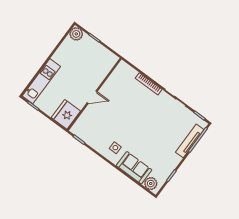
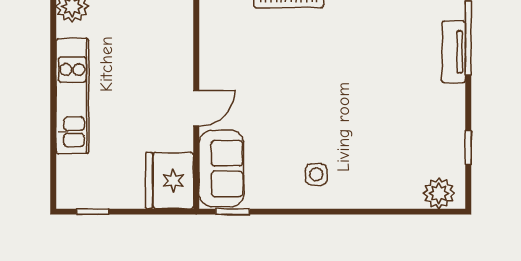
kitchen unit: (41, 81) -> (72, 96), moved
tv unit: (190, 141) -> (454, 52), width x0.71
sofa: (134, 168) -> (221, 169), moved, turned 90

